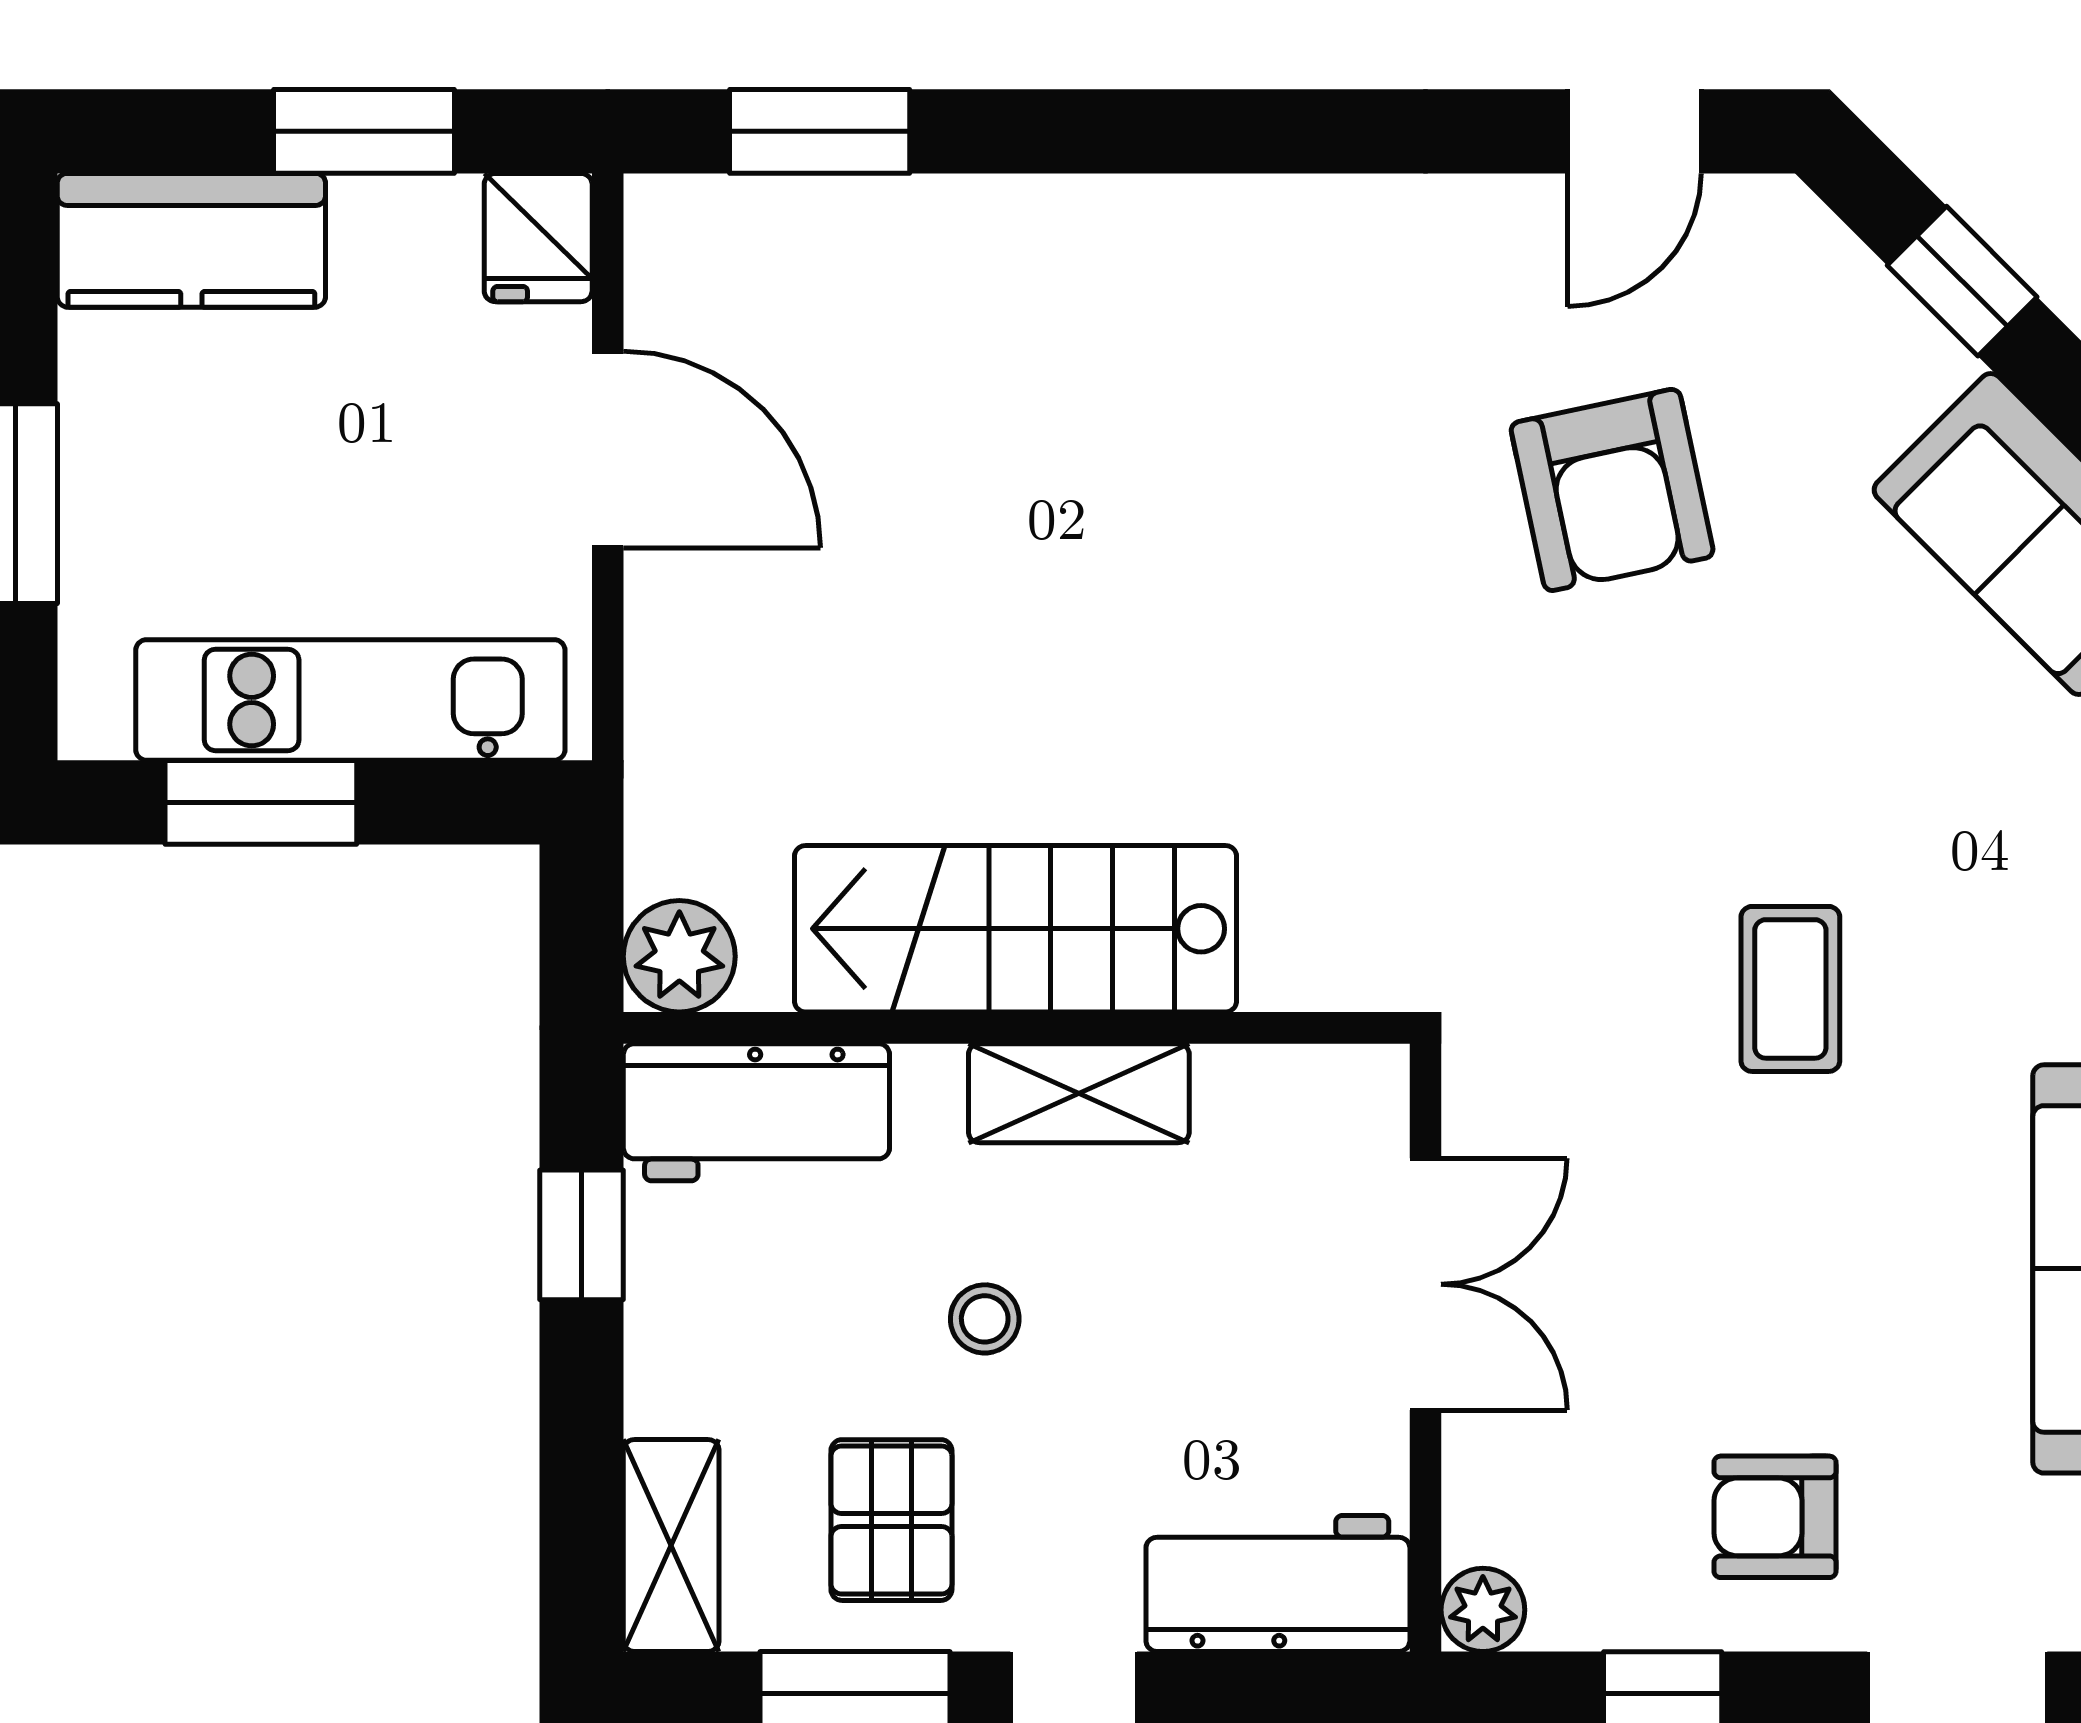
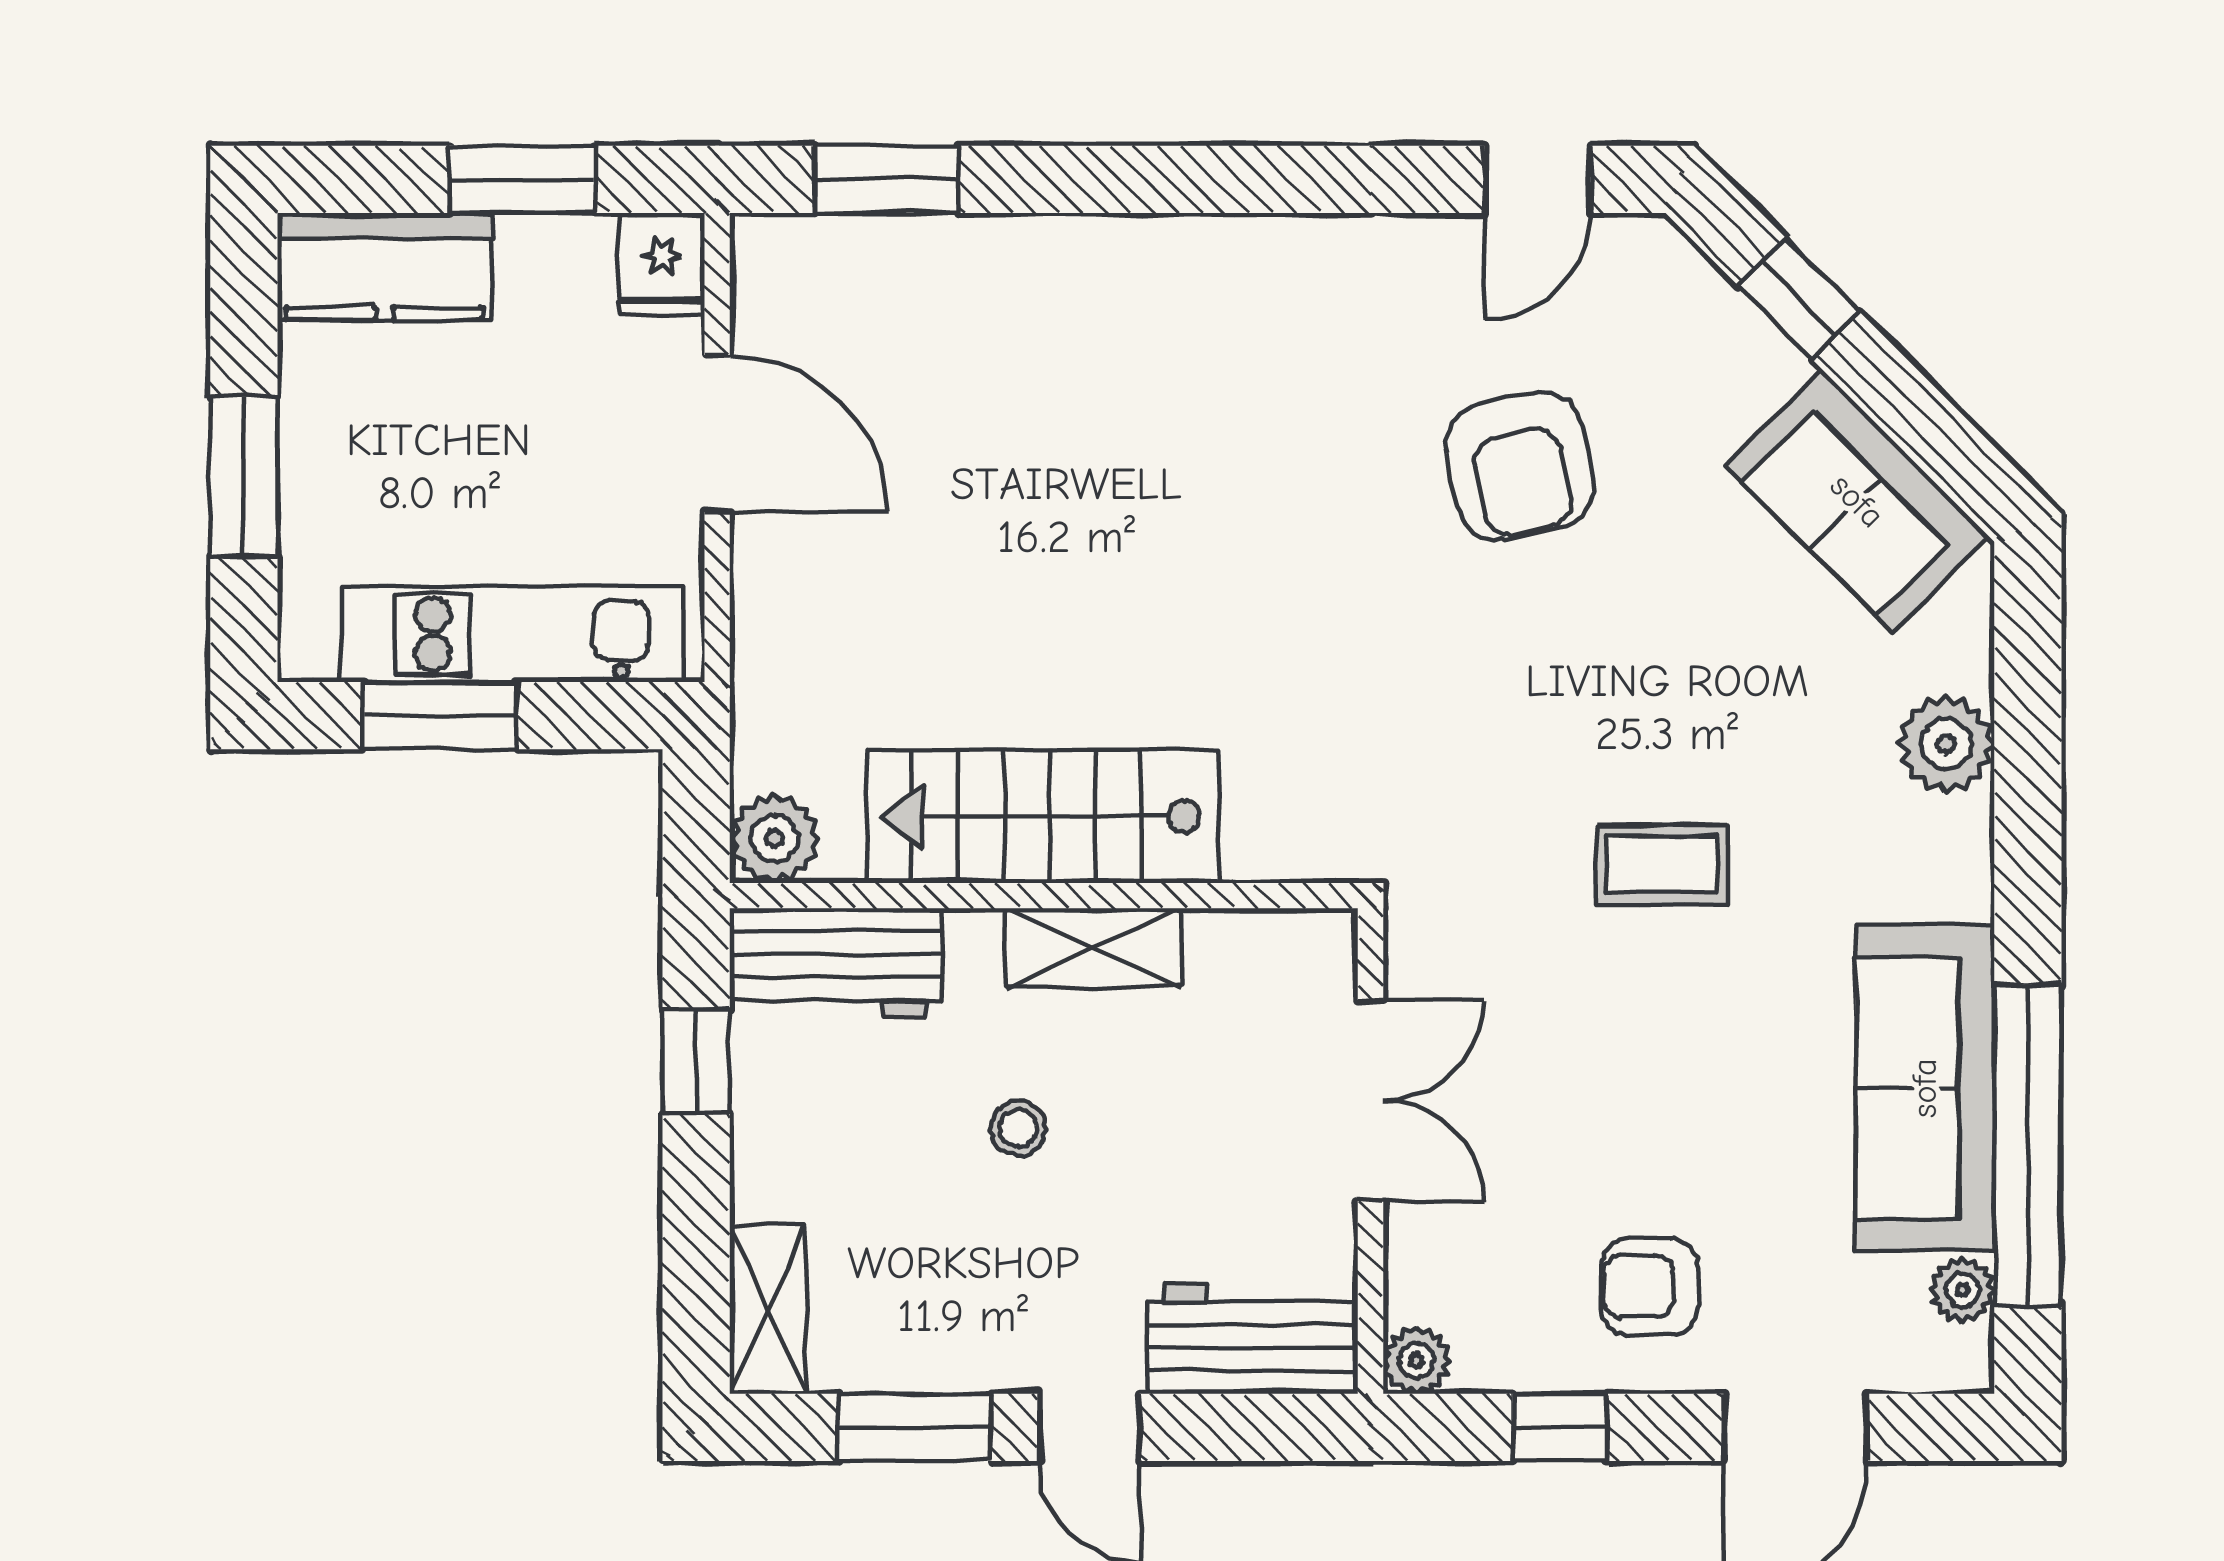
coffee table: (1790, 989) -> (1662, 865), turned 90
pallet: (891, 1520) -> (944, 1289), removed

